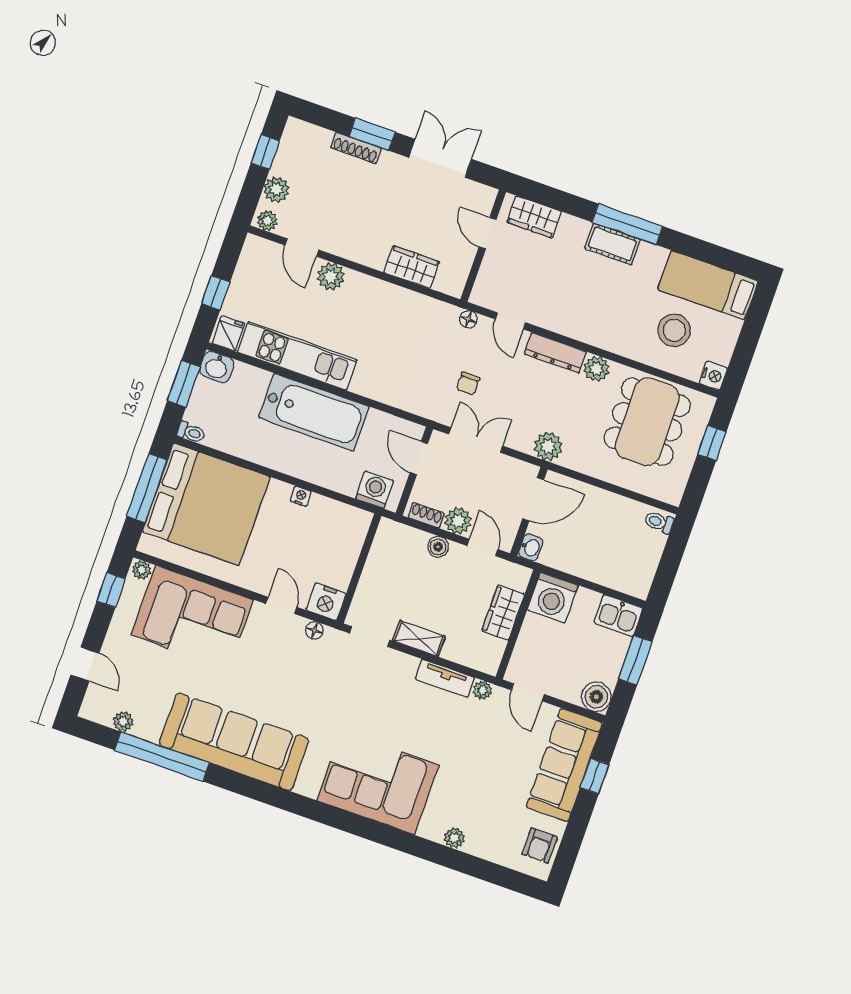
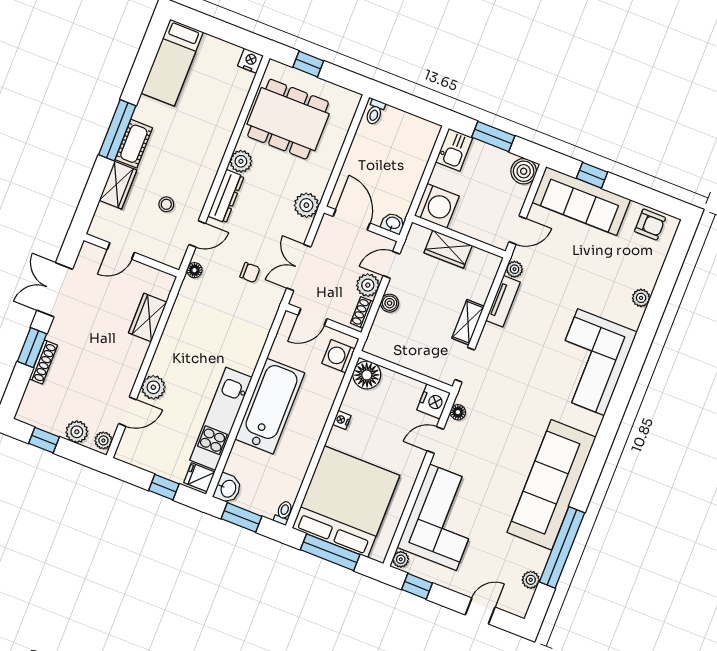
wardrobe: (534, 217) -> (118, 185), moved
stool: (674, 330) -> (166, 204), moved, width x0.53, depth x0.53
floor lamp: (354, 523) -> (367, 375), added

